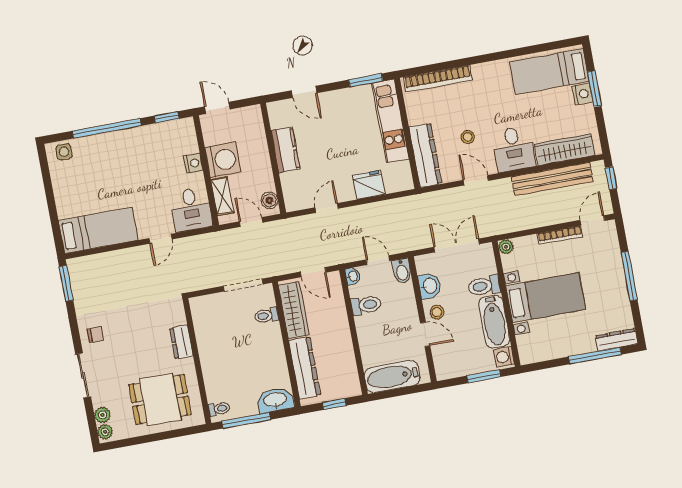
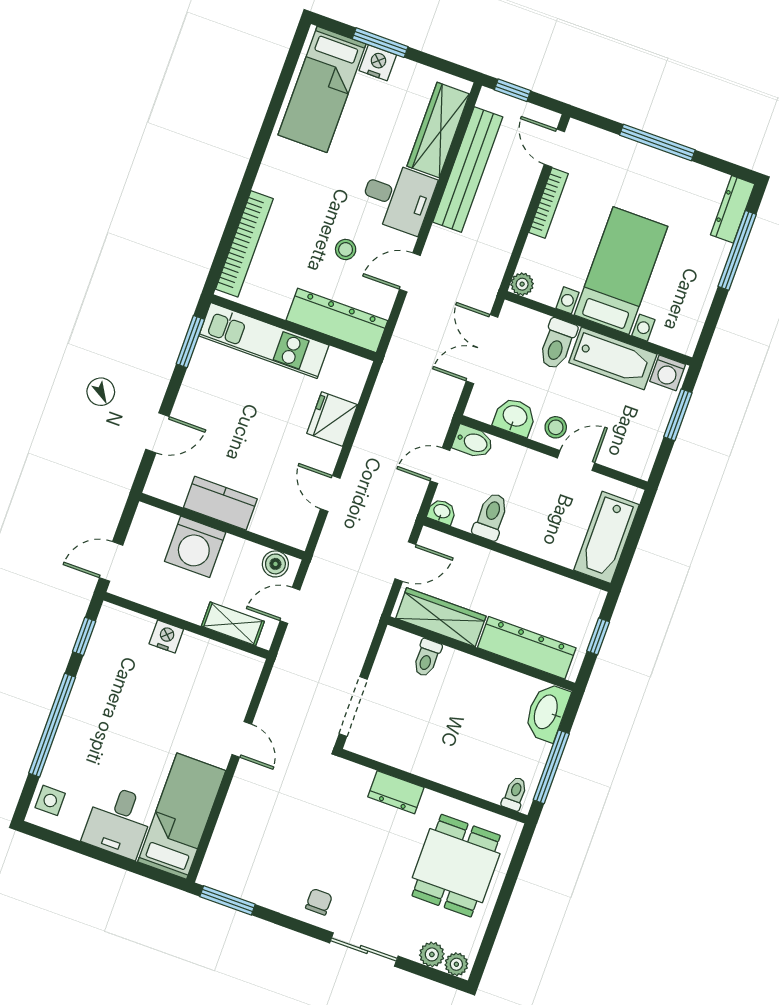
washing machine: (223, 160) -> (195, 547), moved, turned 180
desk: (191, 210) -> (119, 822), moved, turned 90
doorway: (243, 285) -> (353, 706), moved

